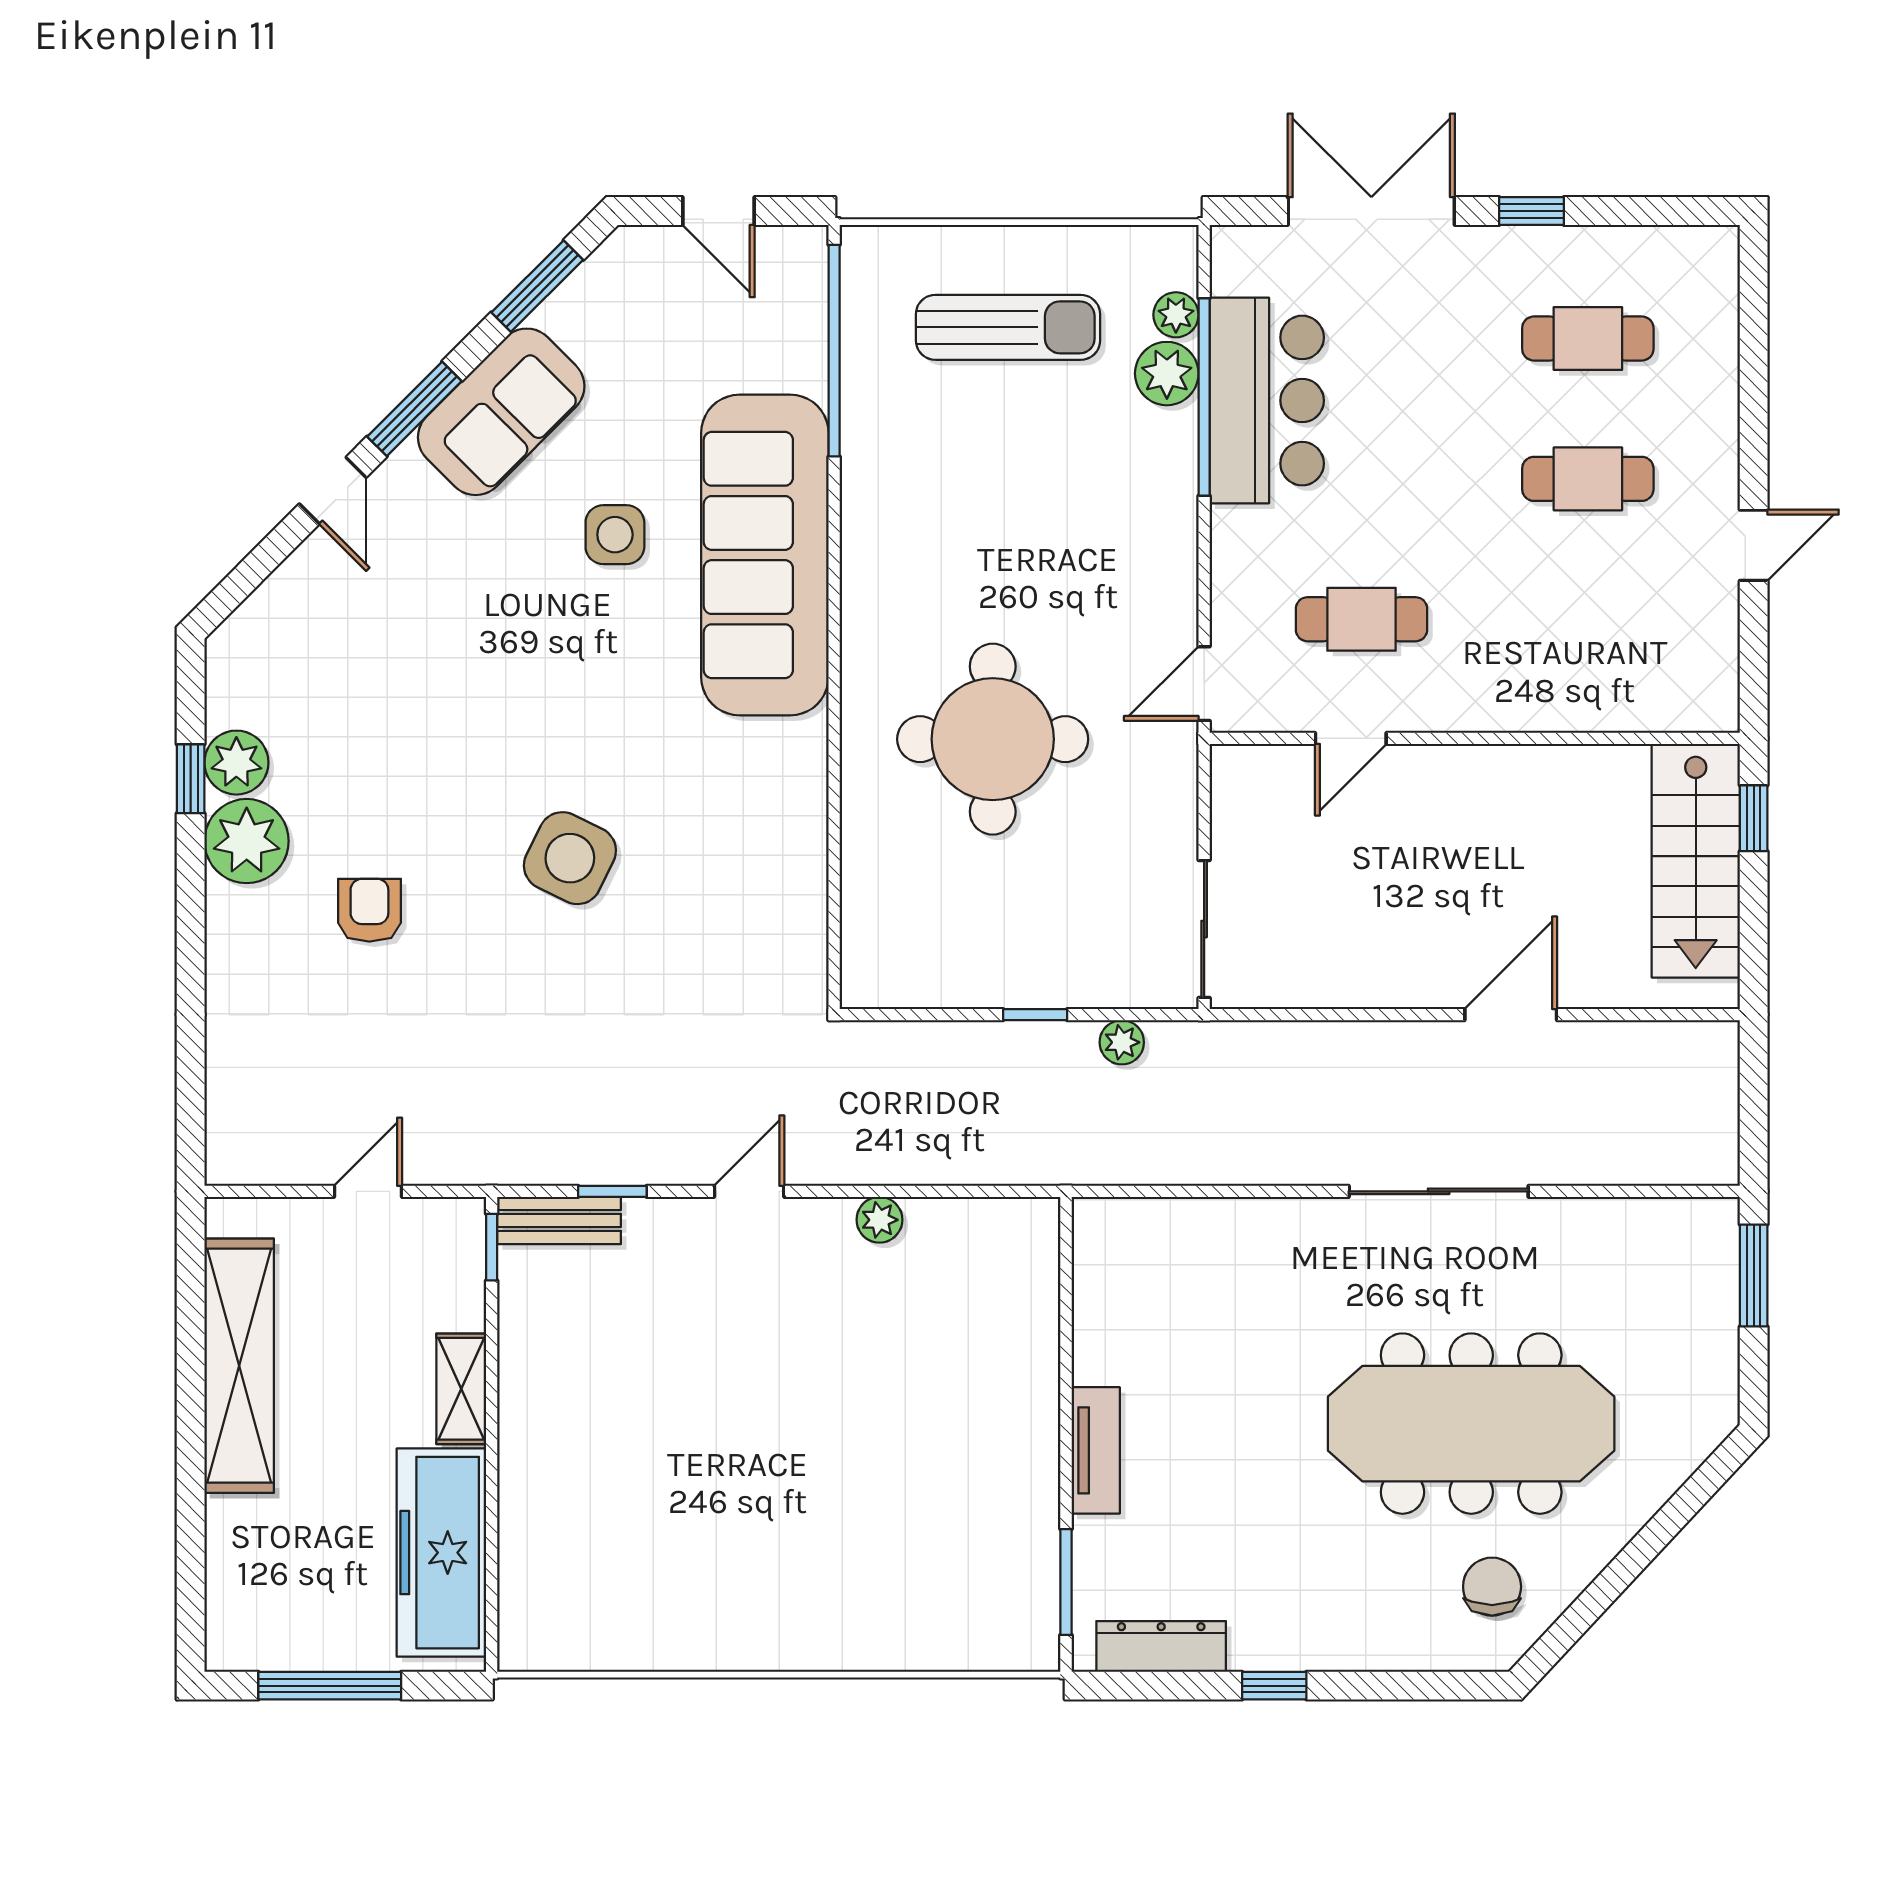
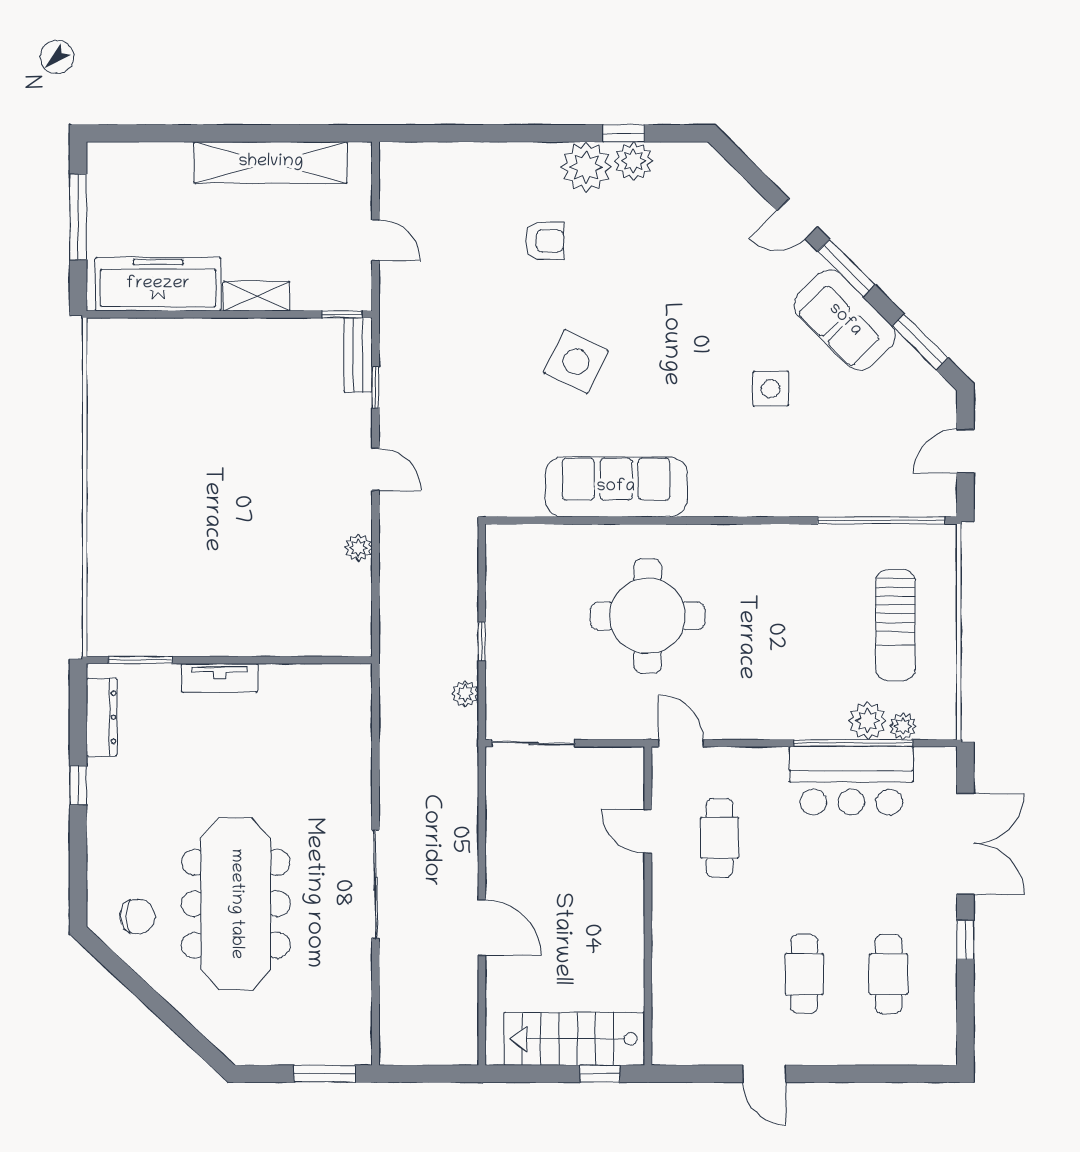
sofa: (765, 555) -> (616, 487), moved, width x0.74, depth x0.79

